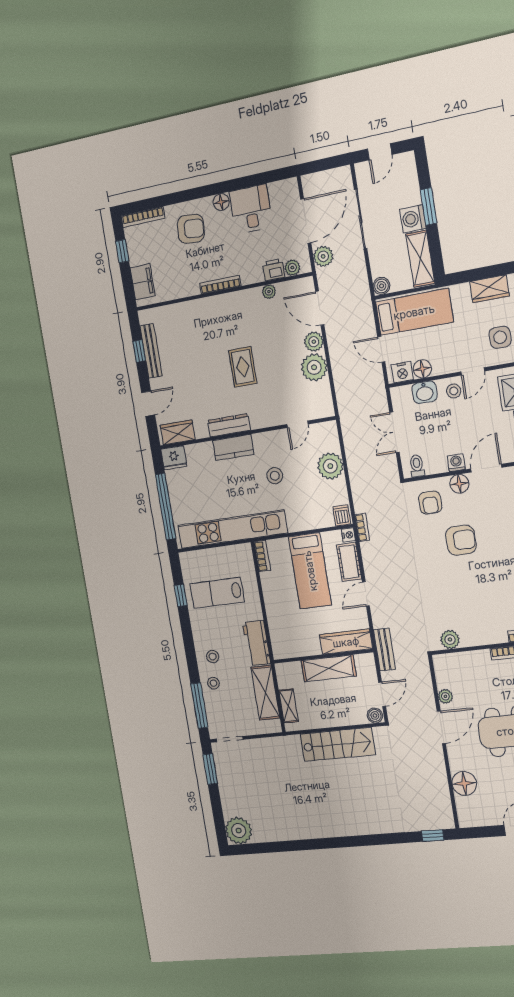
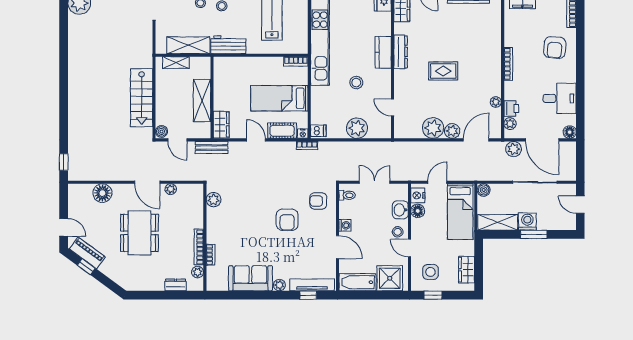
floor lamp: (221, 202) -> (570, 132), moved
floor lamp: (459, 484) -> (329, 225), removed
wardrobe: (346, 642) -> (221, 125), width x0.67

